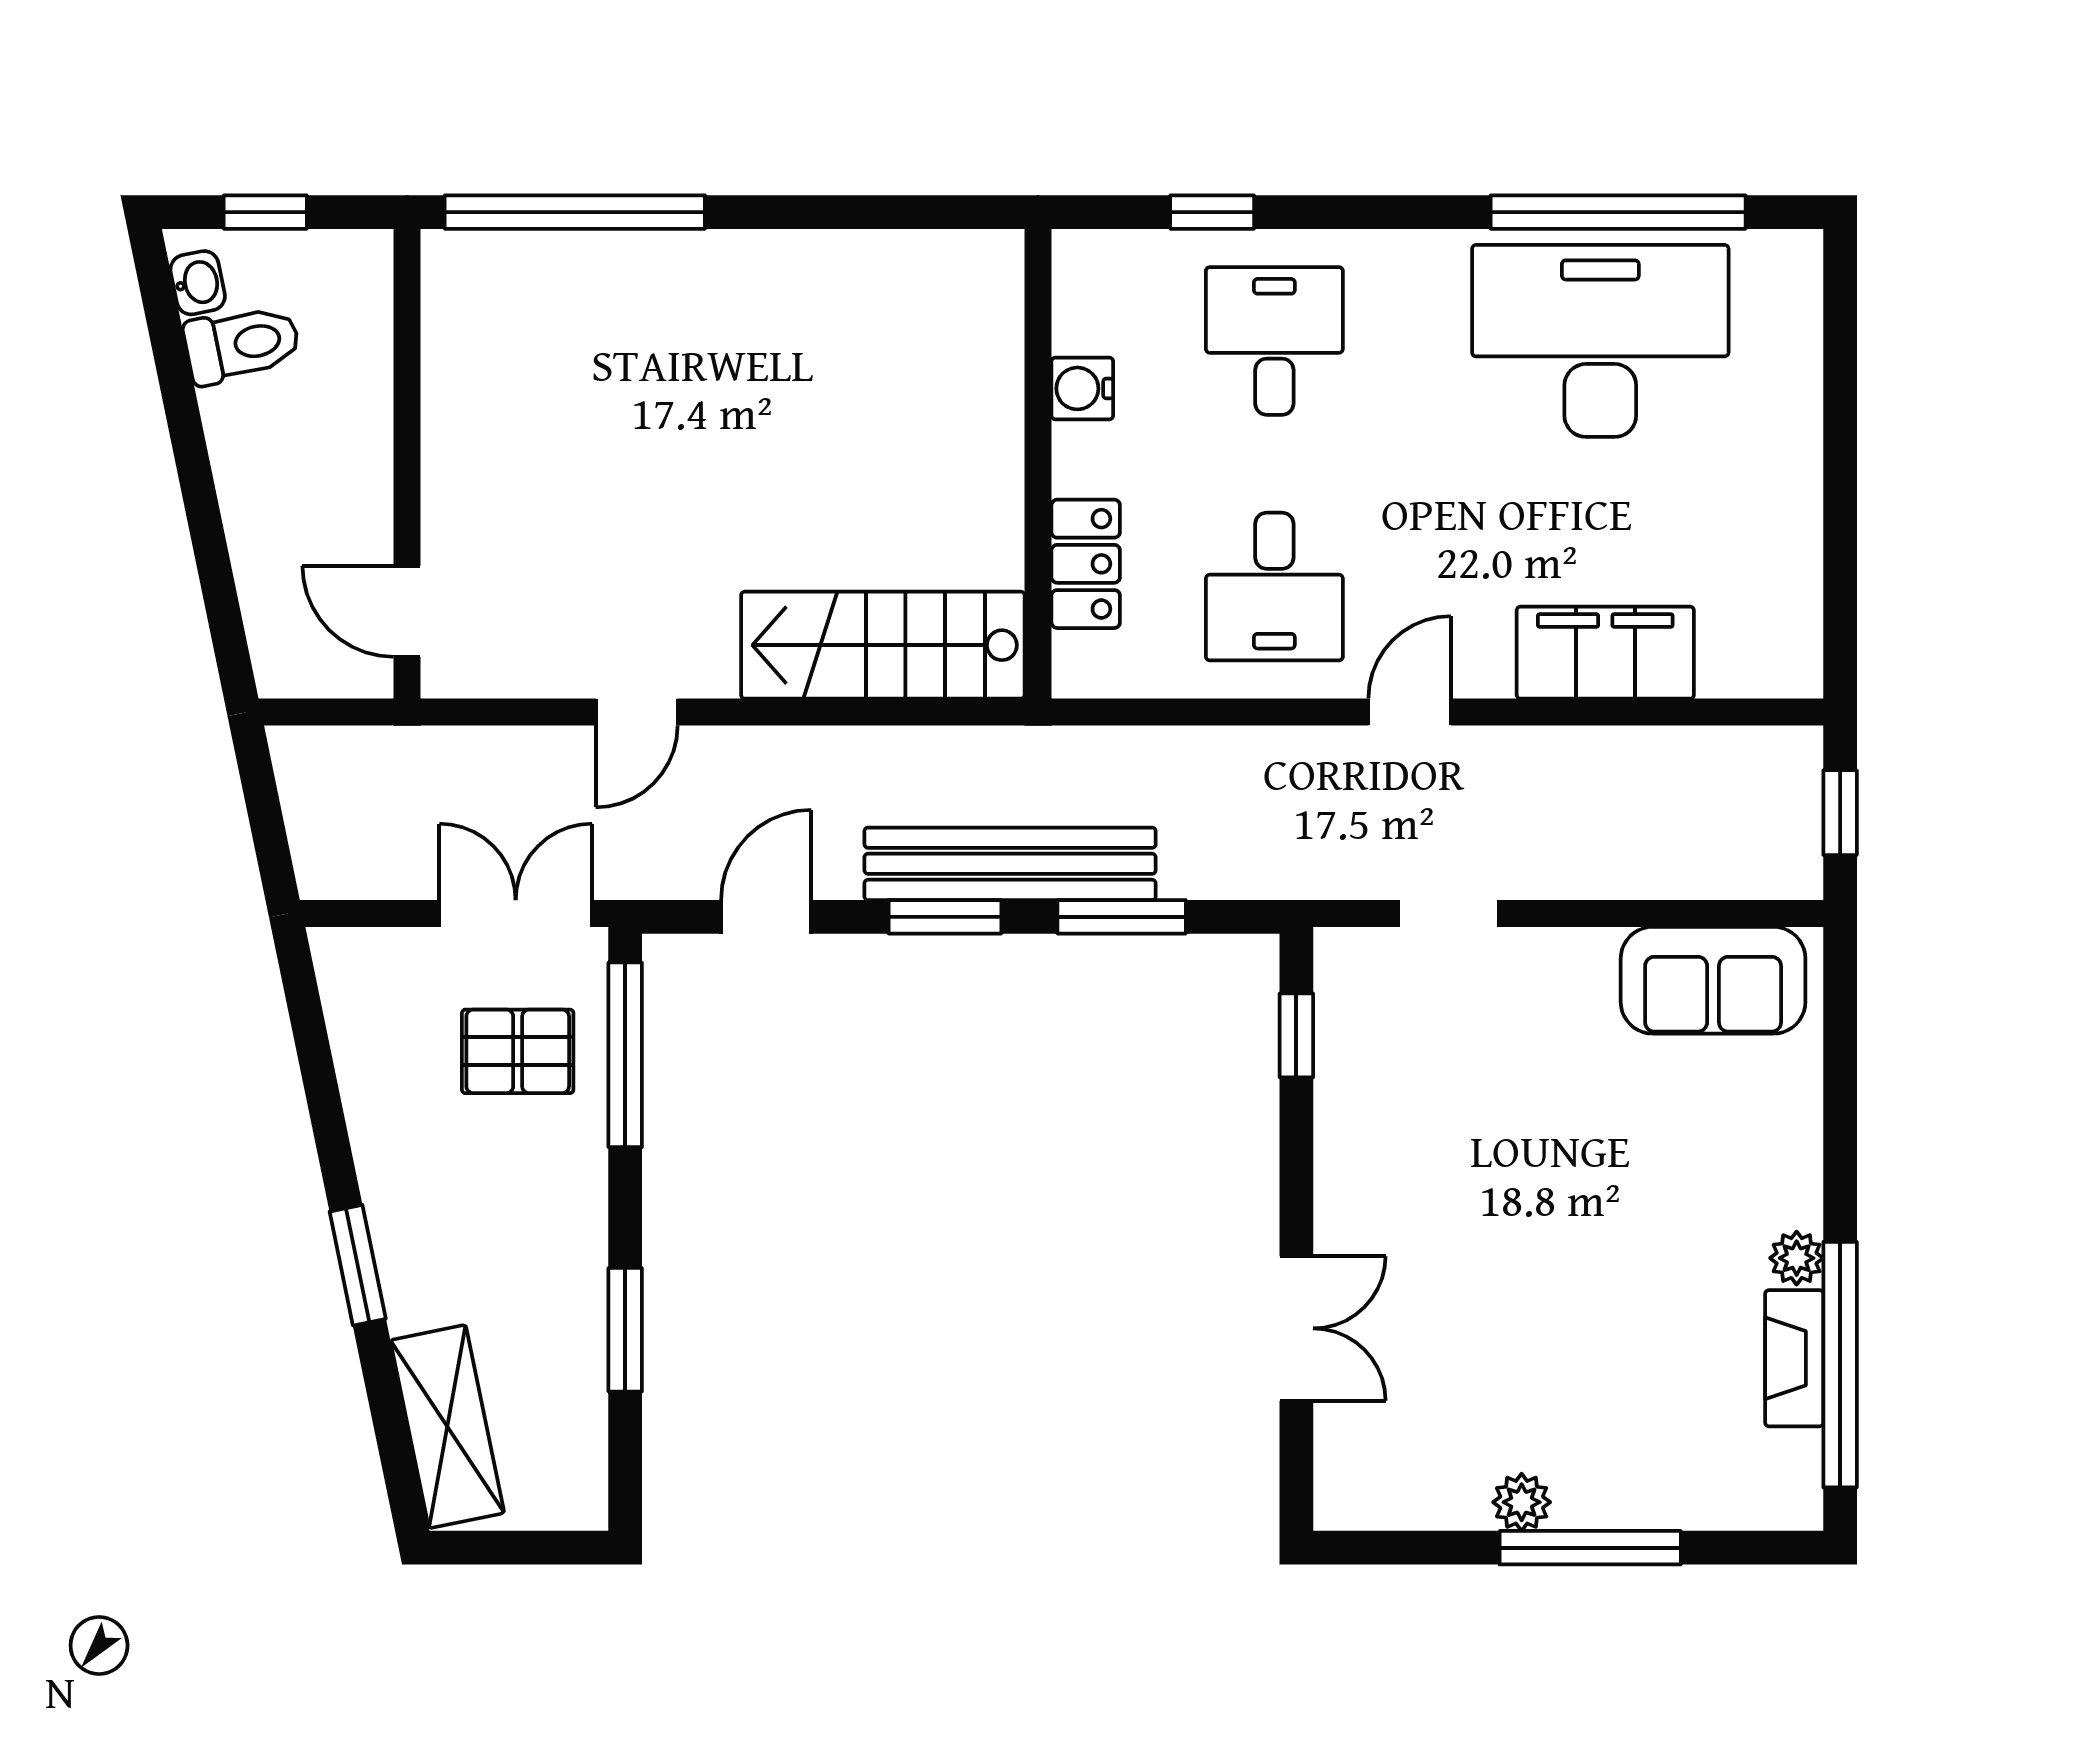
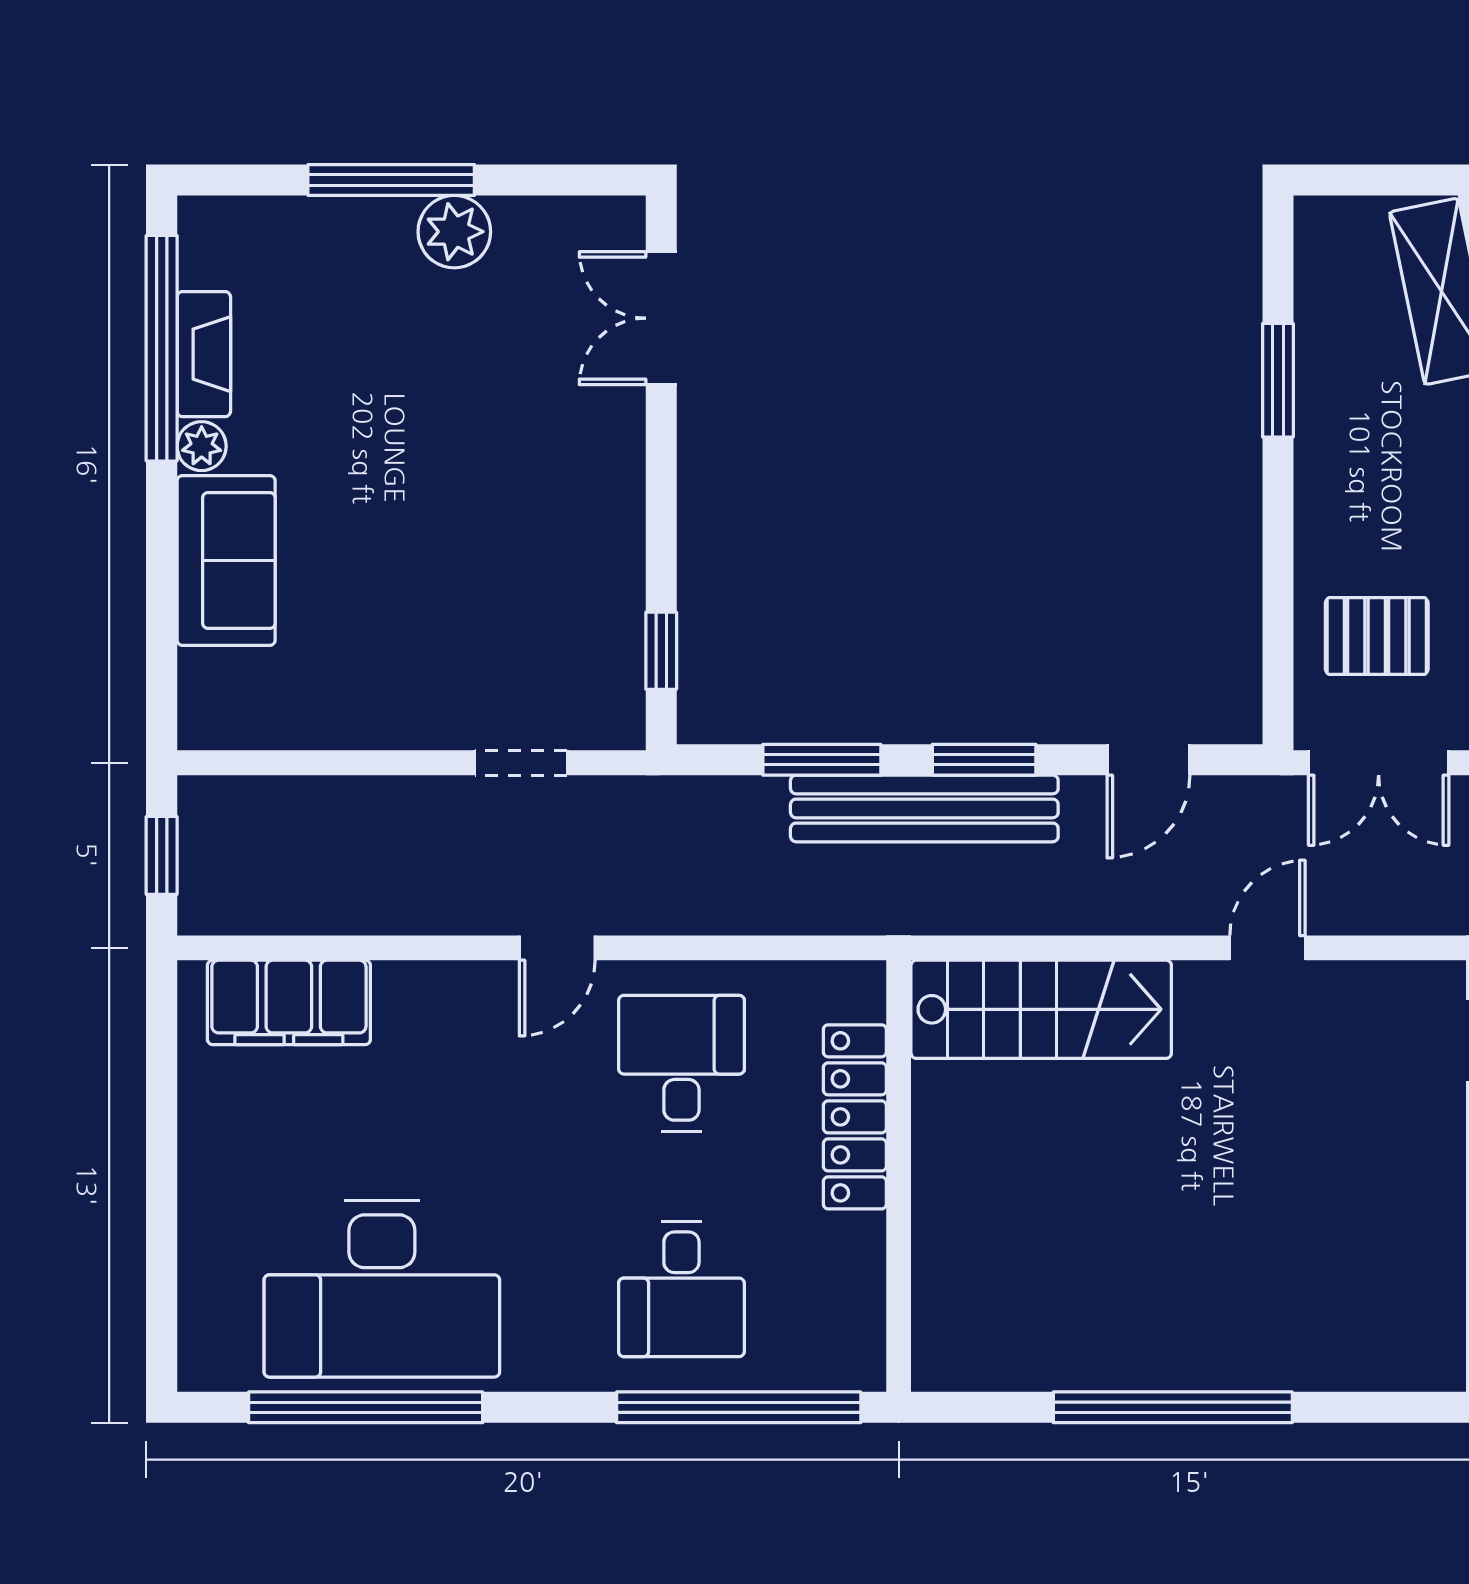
window: (575, 212) -> (1173, 1407), moved
window: (1212, 212) -> (739, 1407), width x3.17
water cooler: (1082, 388) -> (858, 1245), removed
locker: (1086, 564) -> (855, 1117), width x1.53
filing cabinet: (1605, 653) -> (289, 1002), moved
sofa: (1713, 980) -> (226, 560), moved, turned 90
window: (625, 1055) -> (1278, 633), removed
double door: (1296, 1328) -> (661, 318), moved
plant: (1522, 1502) -> (454, 232), width x1.38, depth x1.38

